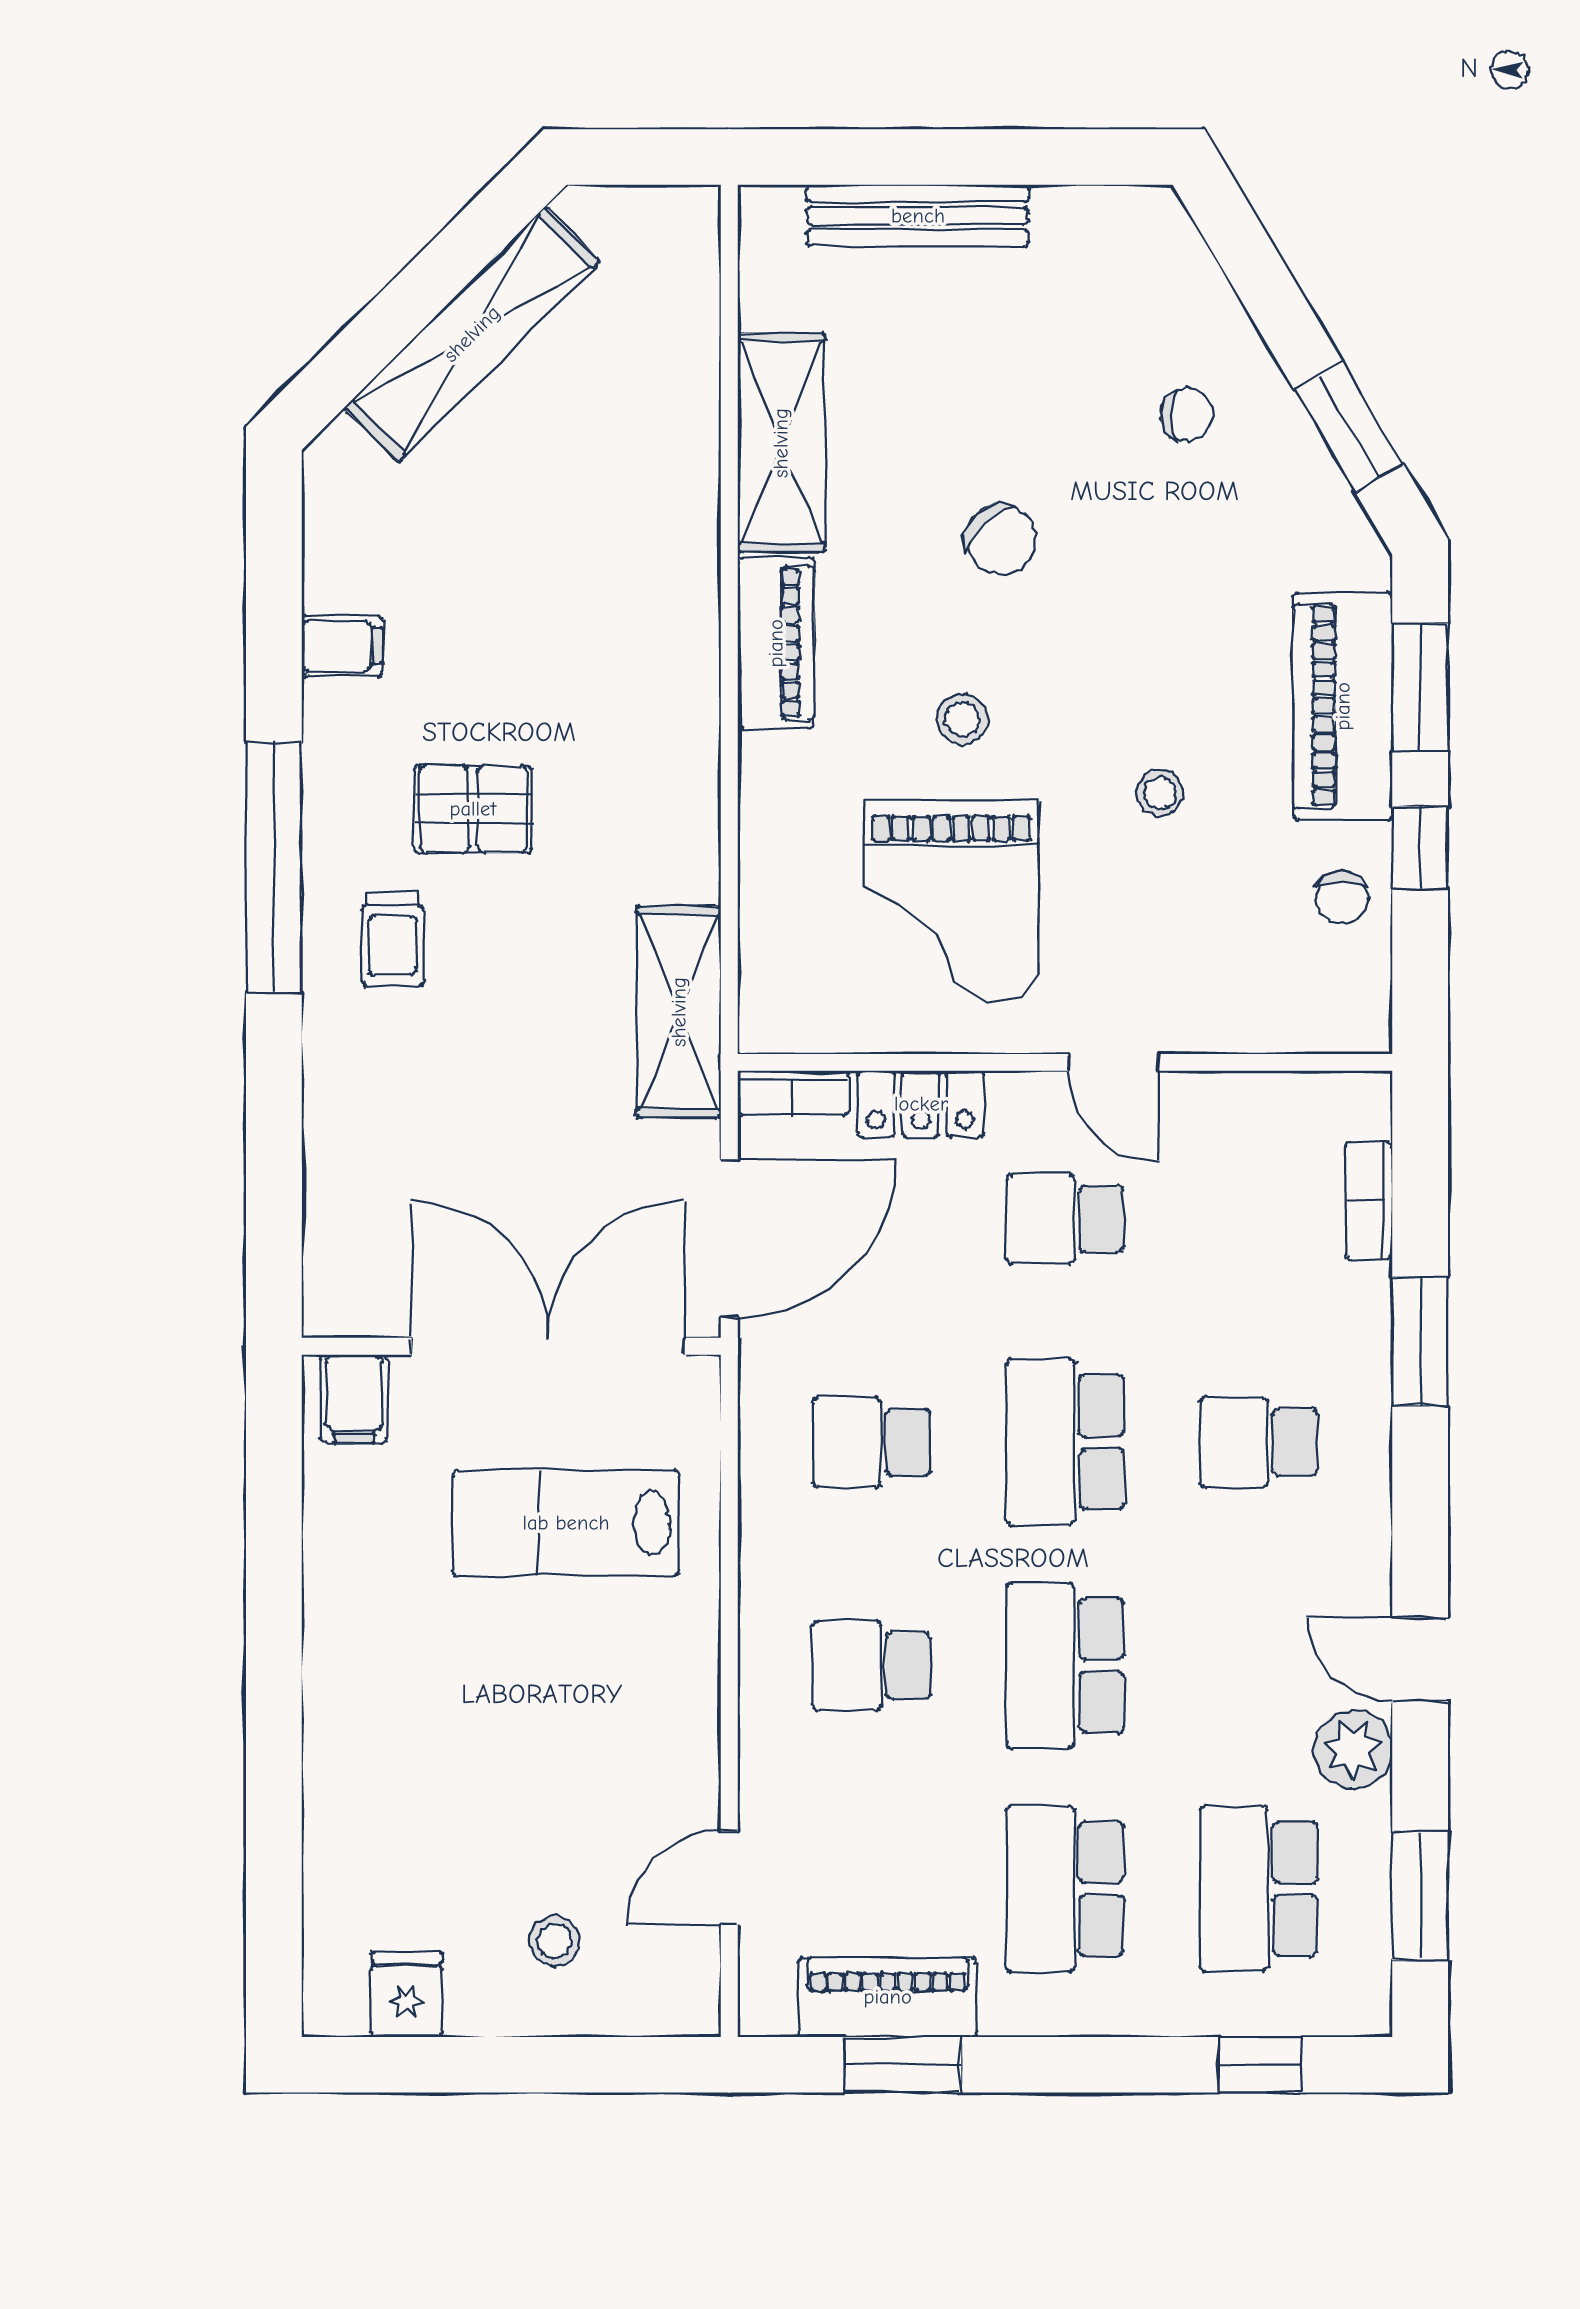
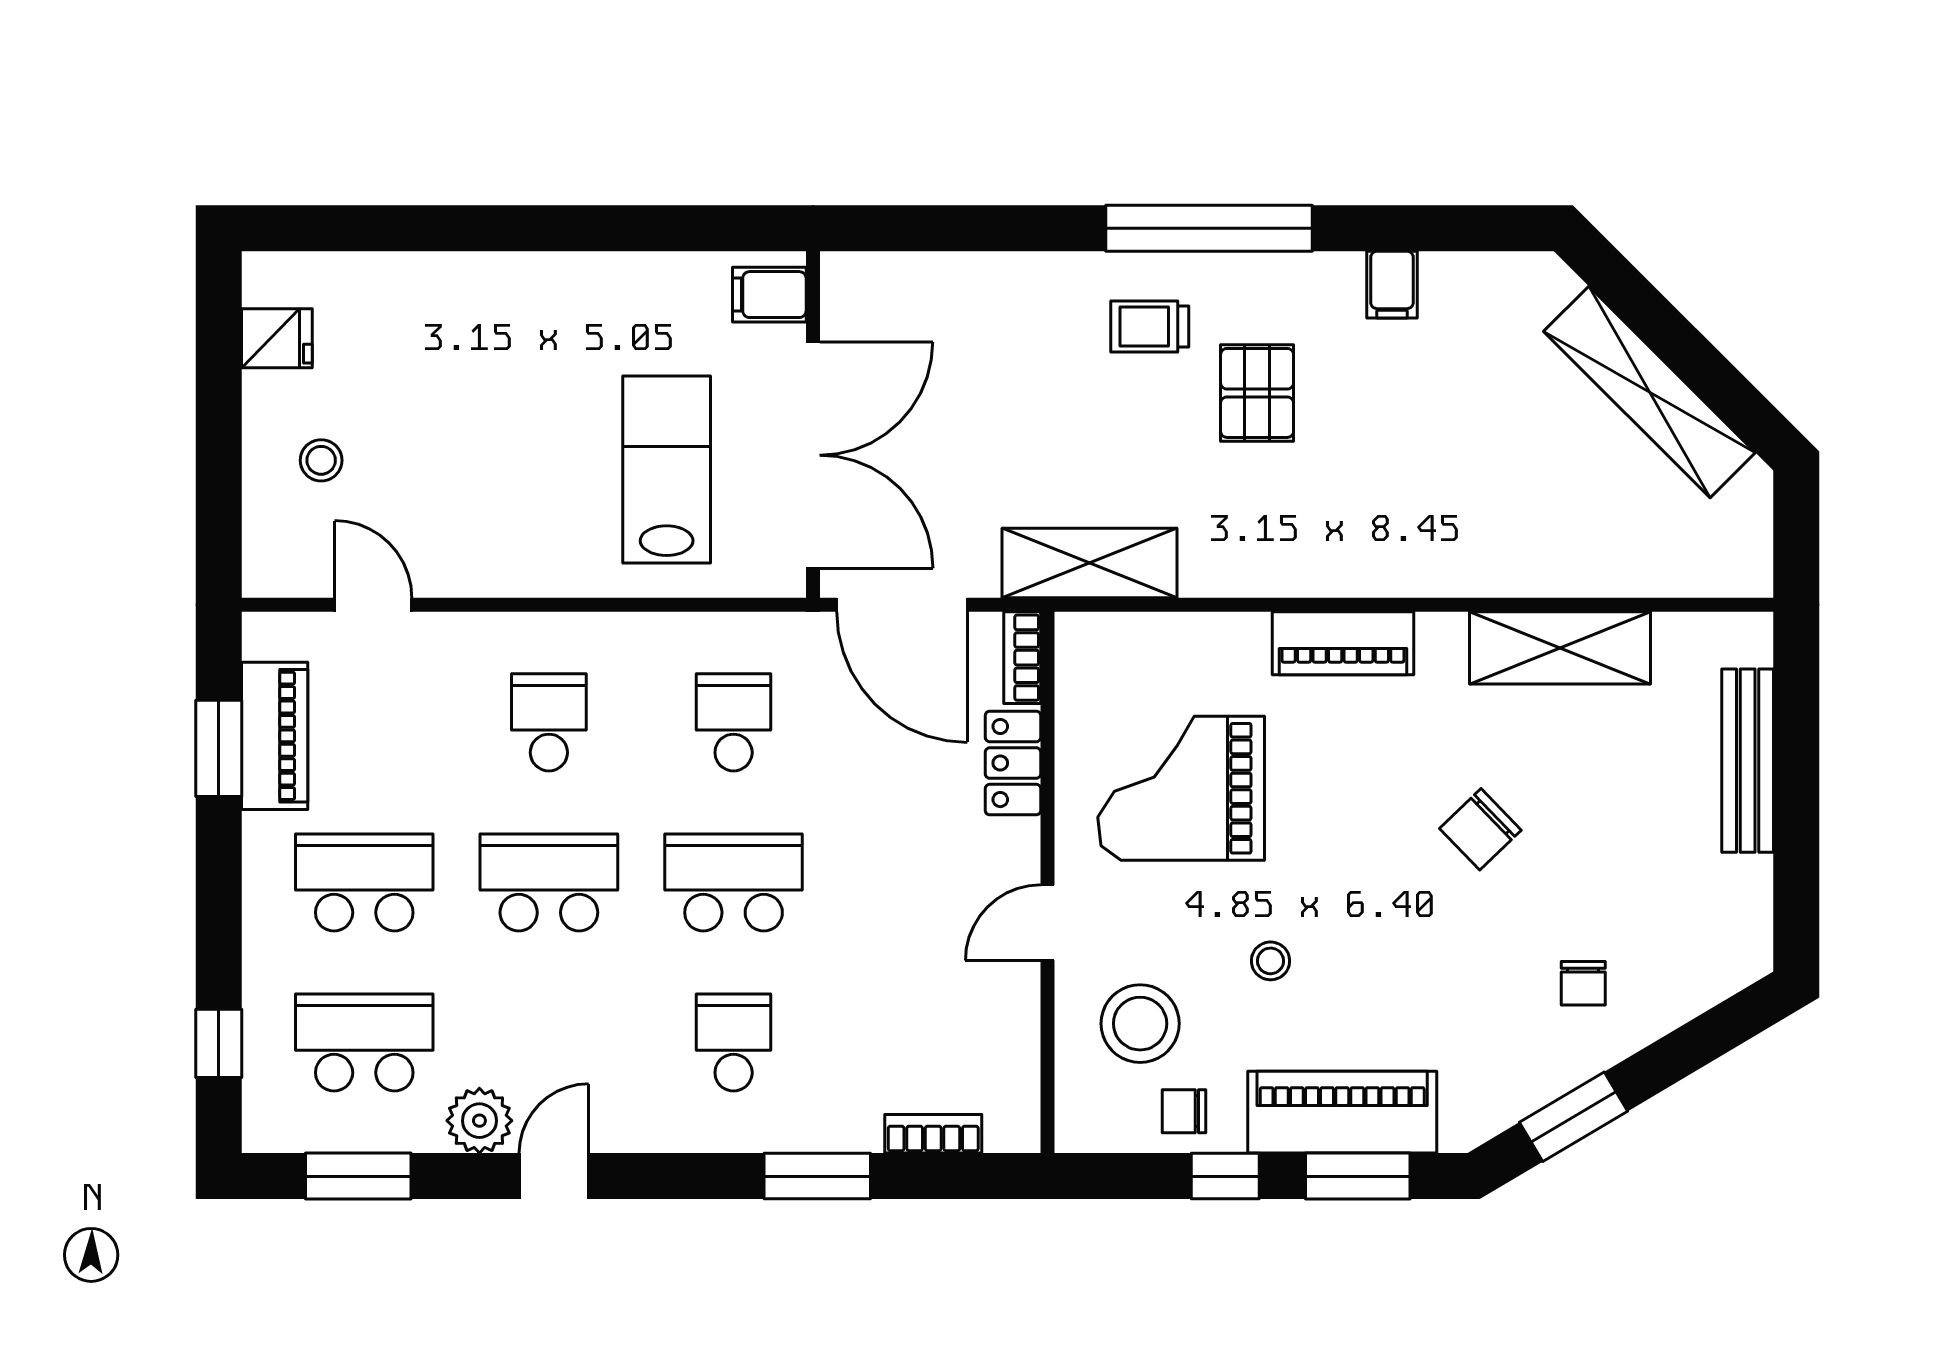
piano: (776, 643) -> (1343, 643), moved
stool: (963, 719) -> (1140, 1024), moved, width x1.89, depth x1.89
school desk: (1065, 1219) -> (918, 882), removed

